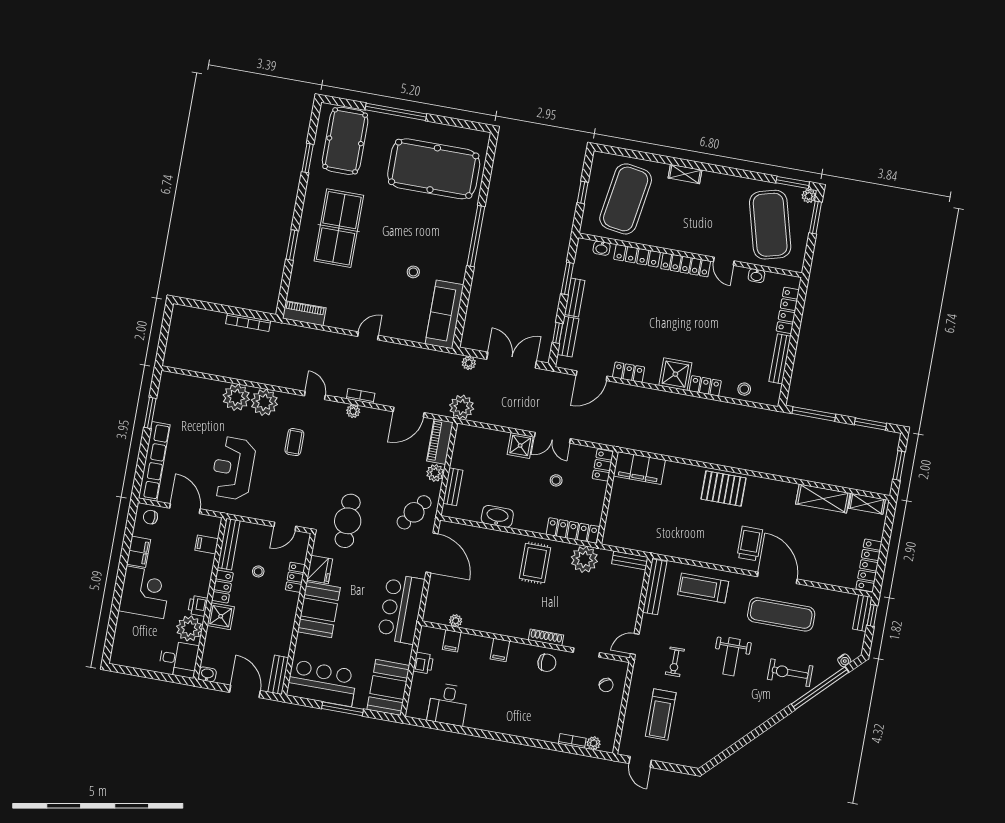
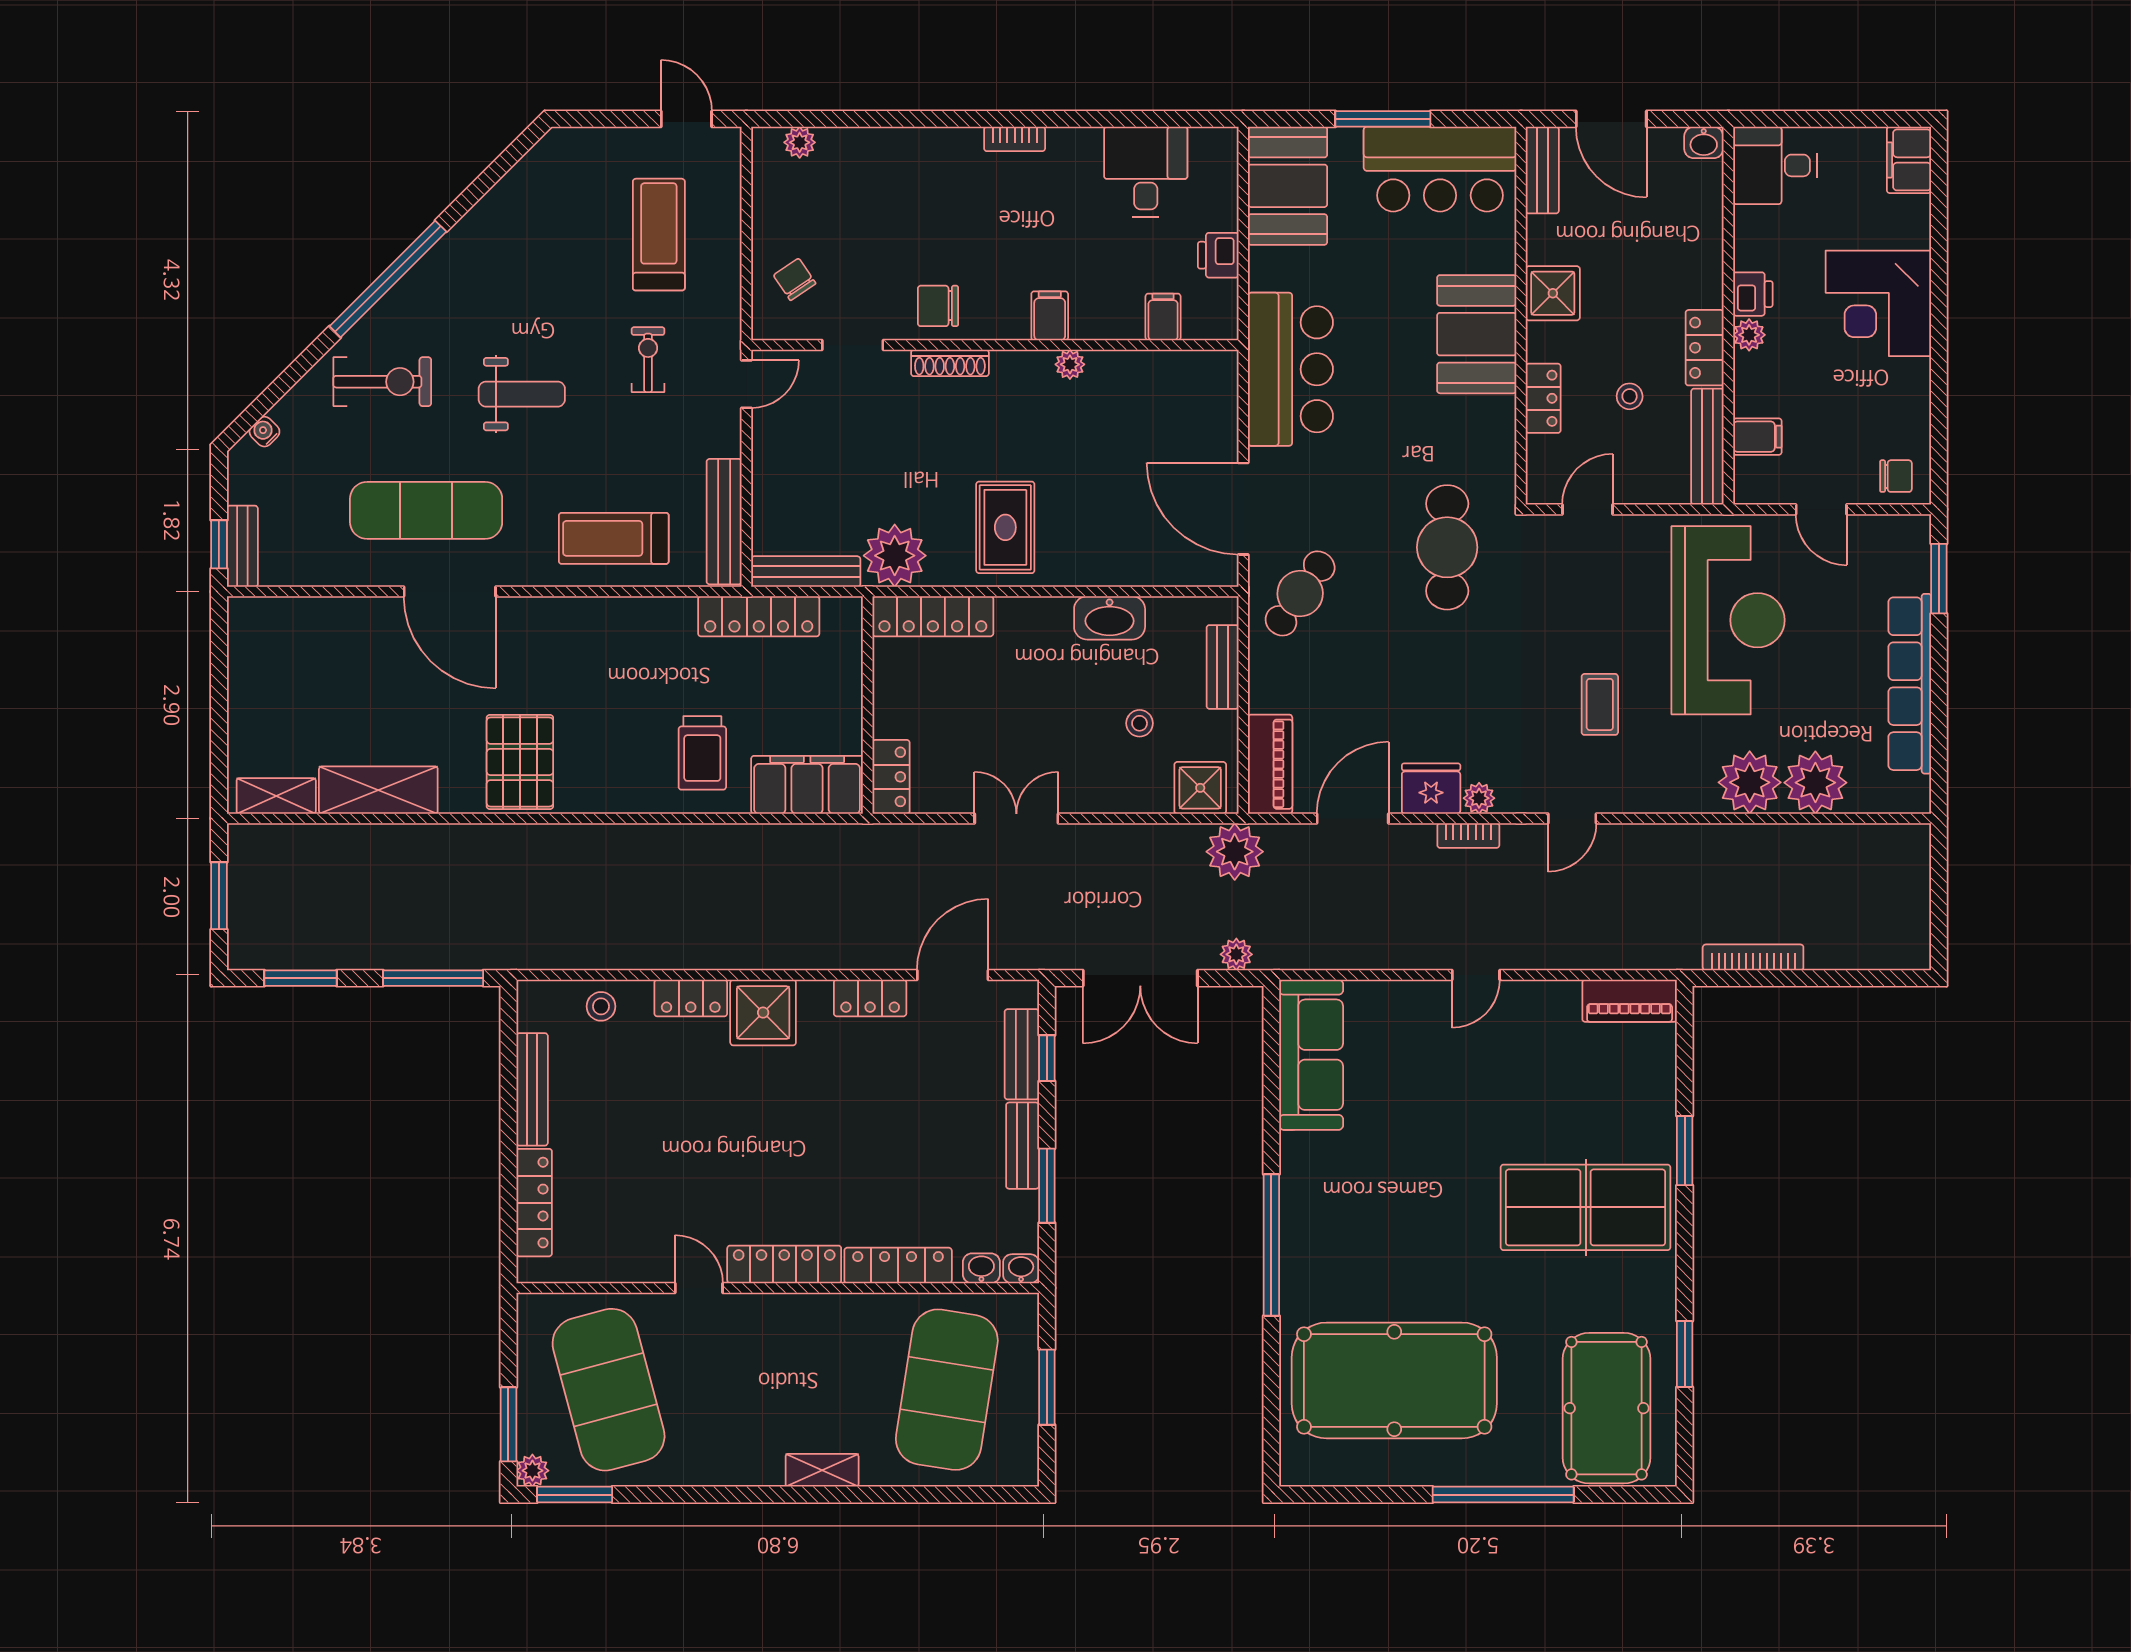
window: (583, 192) -> (1047, 1387), width x1.50
table tennis table: (339, 228) -> (1586, 1207), turned 90
stool: (413, 272) -> (1399, 1138), removed
washbasin: (756, 276) -> (1021, 1269), moved
door: (315, 395) -> (1572, 818), hinge flipped
plant: (264, 402) -> (1815, 783), moved
window: (150, 413) -> (1939, 579), moved
shower: (520, 446) -> (1200, 788), moved
row of seats: (154, 461) -> (1910, 684), moved
reception desk: (233, 468) -> (1728, 620), width x1.36, depth x1.30
plant: (435, 473) -> (1268, 691), removed
stool: (556, 480) -> (1140, 723), moved
pallet: (724, 489) -> (520, 762), moved, turned 90
door: (185, 509) -> (1821, 509), width x0.73
trolley: (750, 543) -> (702, 753), moved
filing cabinet: (139, 552) -> (1909, 160), moved
bench: (630, 560) -> (806, 572), width x1.36
locker: (869, 565) -> (759, 616), moved, turned 90
fridge: (320, 569) -> (1431, 789), moved, turned 90
treadmill: (703, 588) -> (614, 538), turned 180
shower: (221, 616) -> (1553, 293), moved
plant: (456, 621) -> (1070, 364), moved
plant: (189, 628) -> (1749, 335), moved, width x0.53, depth x0.53
weight bench: (731, 657) -> (522, 394), turned 90
window: (820, 688) -> (388, 279), moved
bookcase: (572, 741) -> (1015, 139), moved

